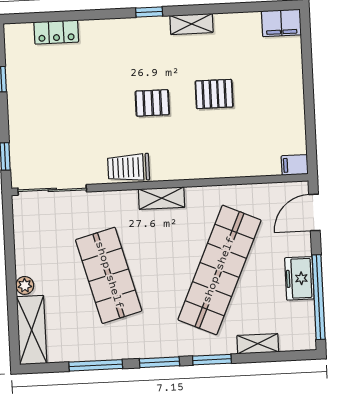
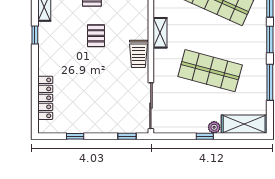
locker: (56, 32) -> (45, 98), width x1.53
window: (11, 272) -> (205, 136), added
shop shelf: (109, 275) -> (210, 71), turned 30

